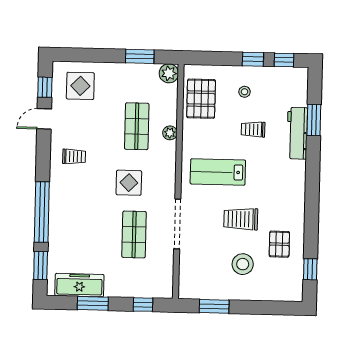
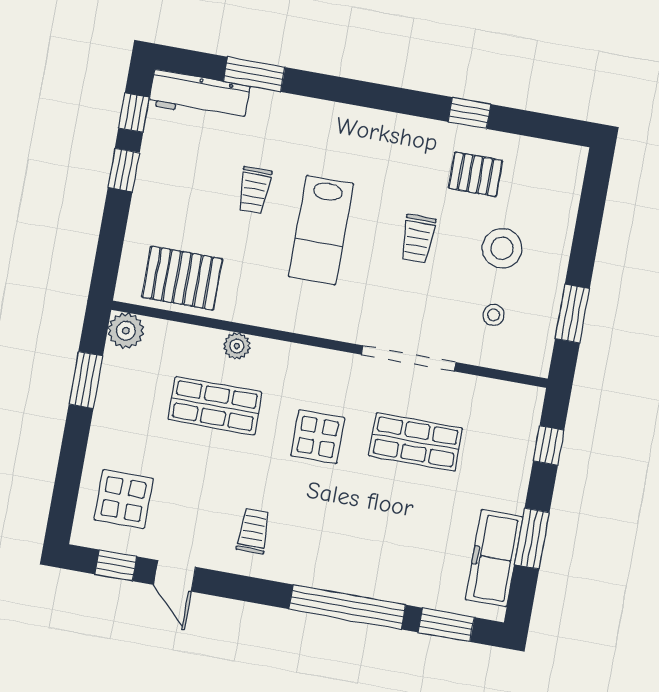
stool: (245, 92) -> (494, 315), moved
workbench: (297, 133) -> (199, 96), moved
lab bench: (218, 172) -> (321, 230), moved
trolley: (241, 219) -> (418, 239), width x0.73, depth x0.72
window: (310, 269) -> (469, 113), moved

